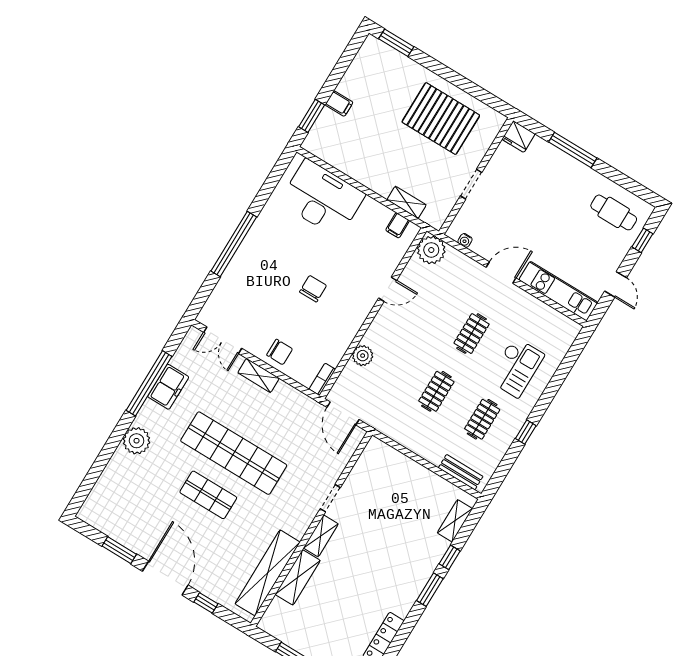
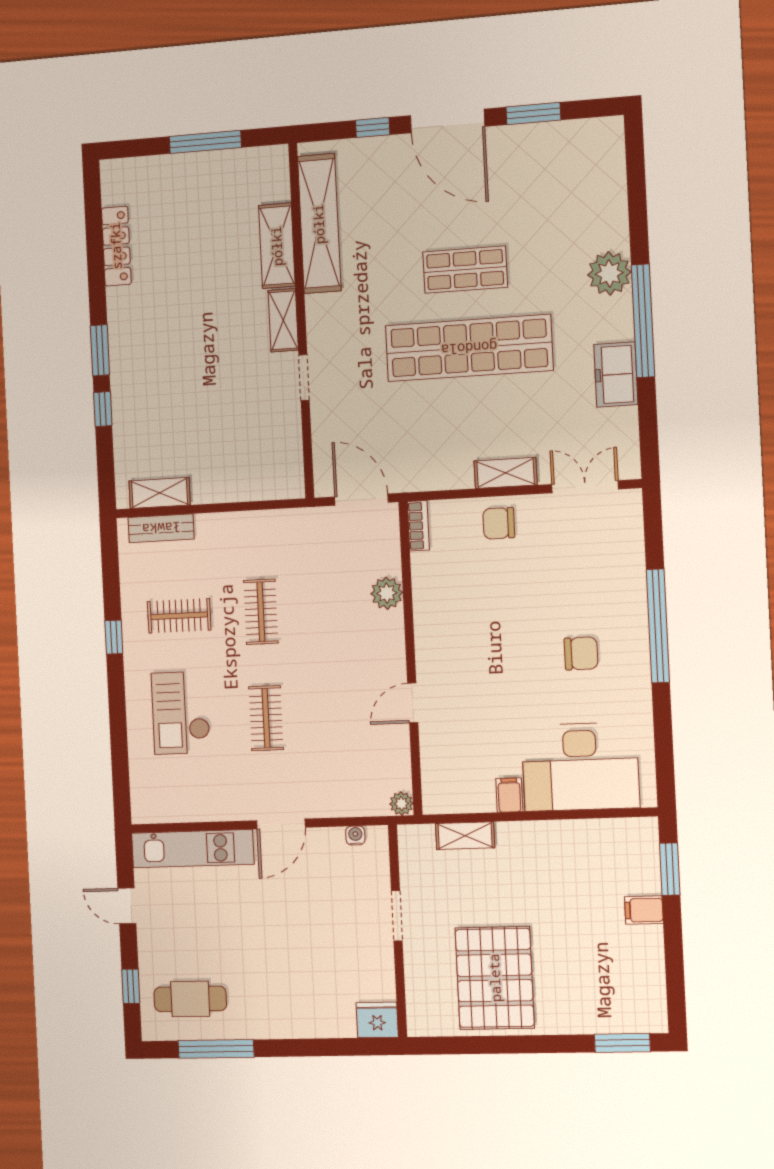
pallet: (441, 119) -> (495, 978), turned 90
window: (573, 150) -> (216, 1049), moved
filing cabinet: (398, 225) -> (509, 795), moved
plant: (431, 250) -> (401, 804), width x0.53, depth x0.53
chair: (313, 289) -> (581, 653), moved, turned -90
window: (149, 383) -> (643, 321), moved
clothes rail: (482, 419) -> (179, 616), turned 90
shelving: (455, 521) -> (160, 493), moved, turned 90

